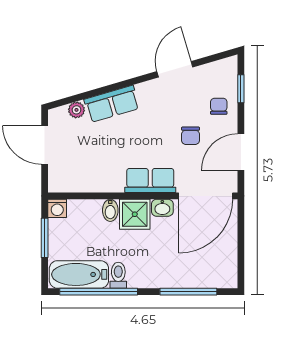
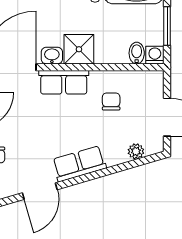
row of seats: (112, 104) -> (79, 164), moved
chair: (191, 136) -> (111, 101), moved
bidet: (110, 210) -> (137, 53), moved

